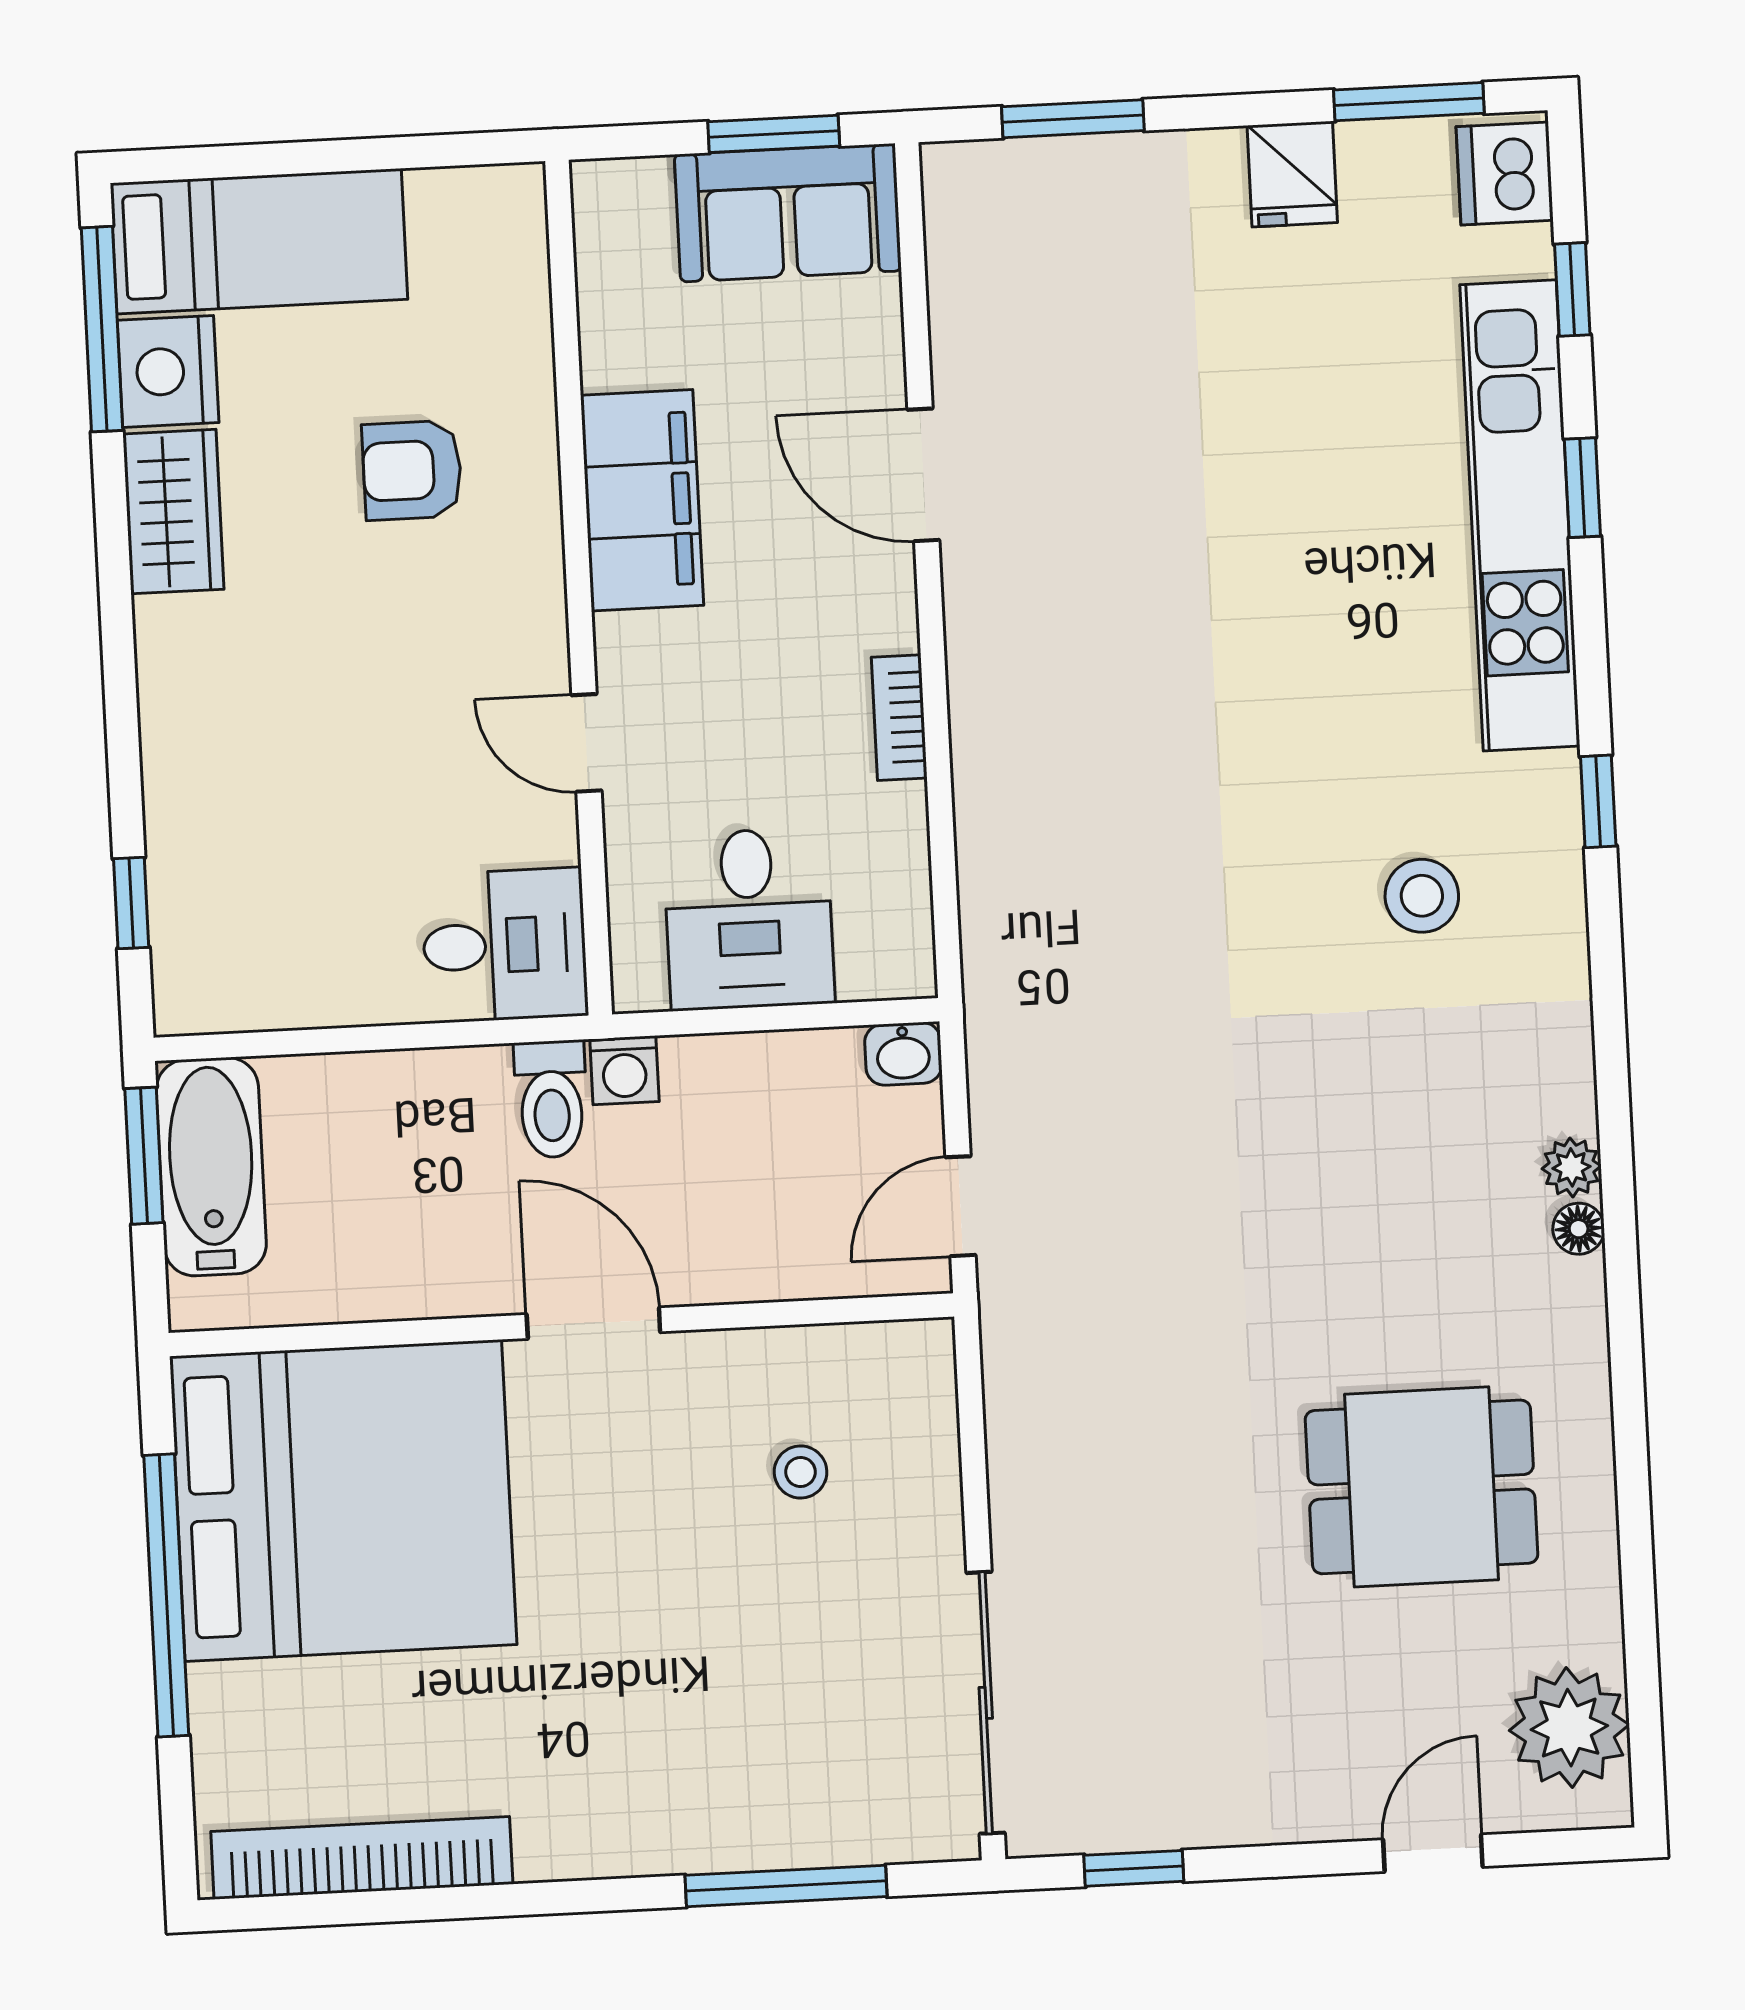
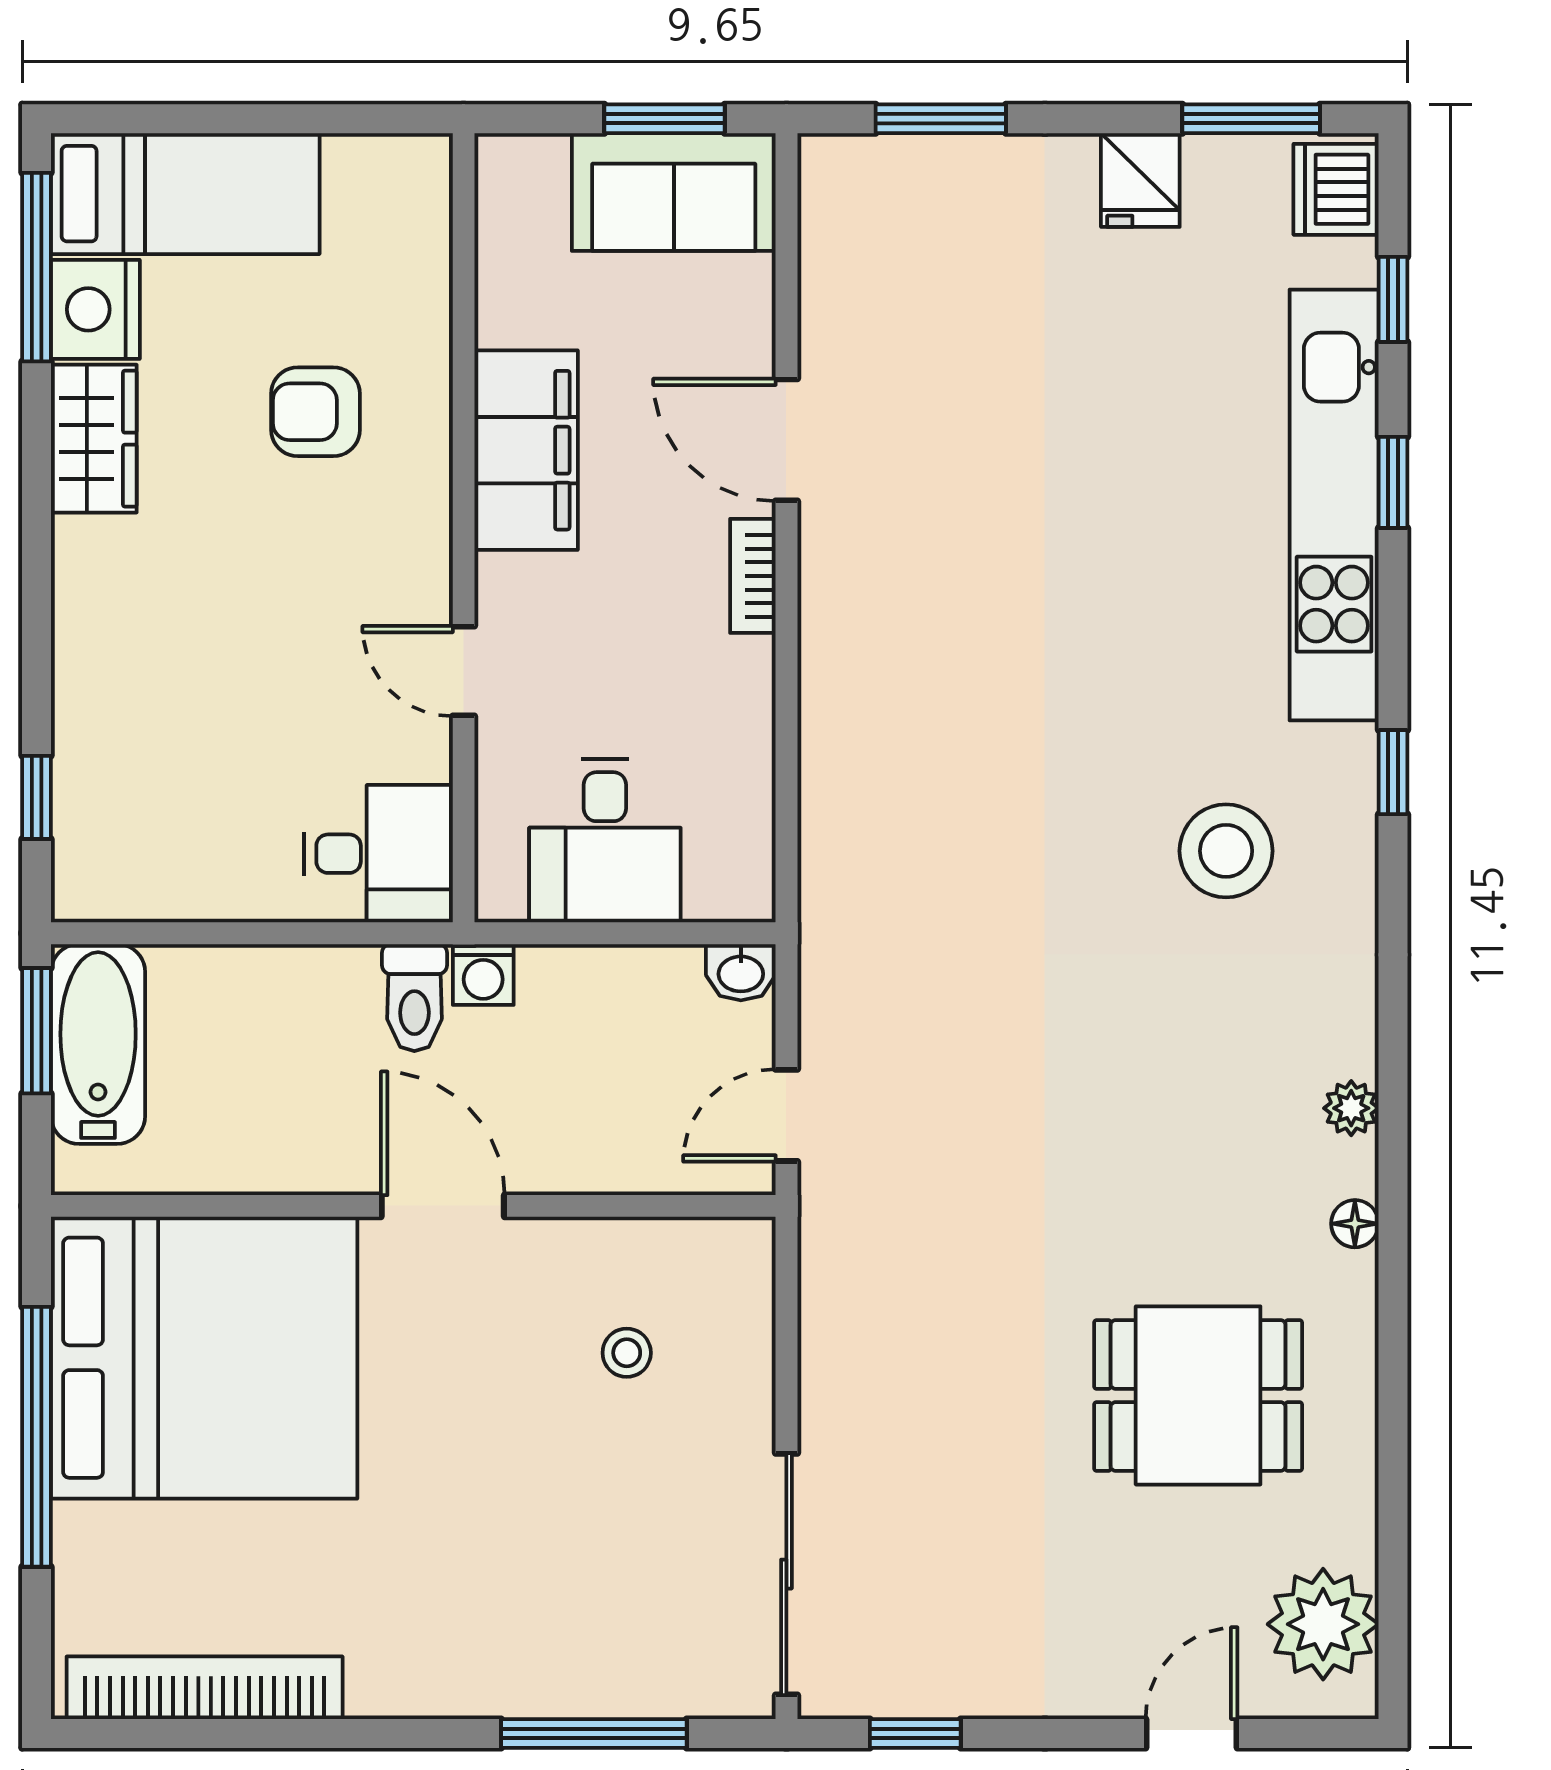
bookcase: (899, 718) -> (753, 576), moved
stool: (1422, 896) -> (1226, 851), width x1.38, depth x1.38
floor lamp: (1579, 1229) -> (1355, 1224), moved

